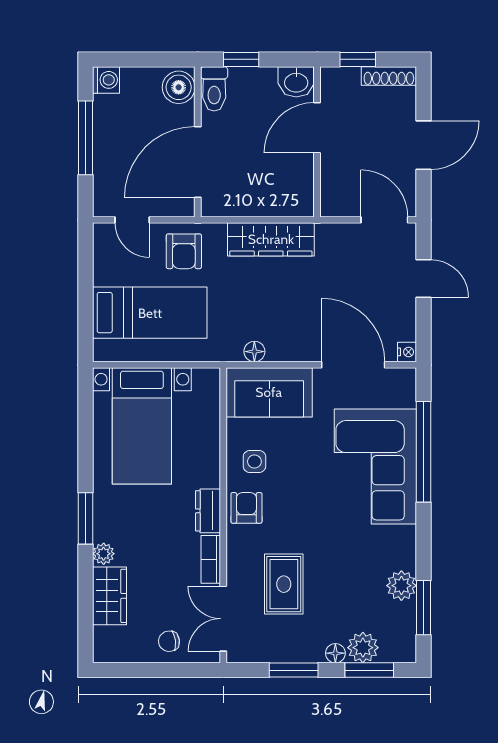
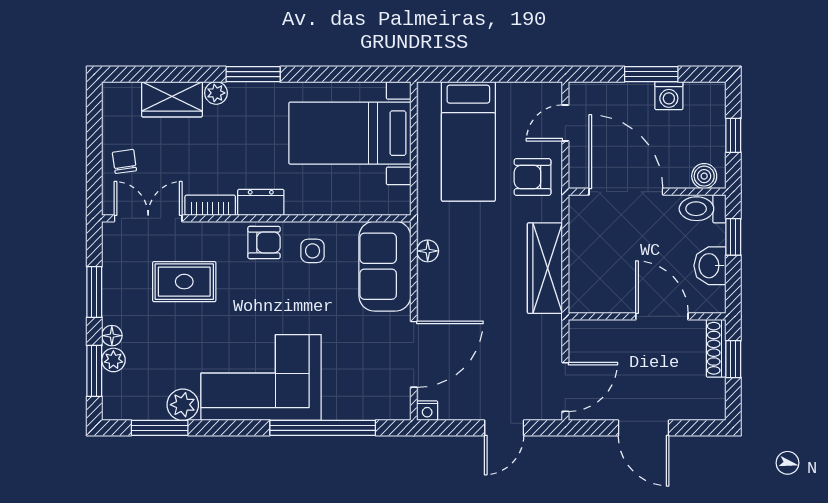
window: (144, 59) -> (733, 135), added
shoe rack: (389, 76) -> (716, 348), moved
washing machine: (106, 80) -> (669, 96), moved
washbasin: (296, 82) -> (710, 266), moved
boiler: (179, 87) -> (704, 176), width x0.73, depth x0.73
window: (86, 138) -> (651, 74), width x0.69
corner sofa: (375, 466) -> (261, 377), moved
plant: (363, 648) -> (113, 360), width x0.73, depth x0.73

